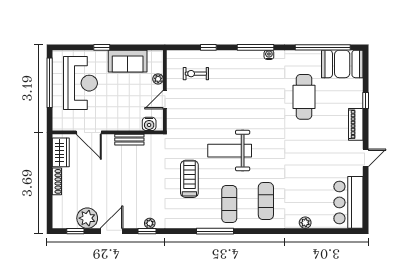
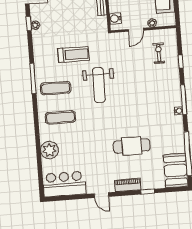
cafe table: (304, 97) -> (132, 146), moved
door: (165, 100) -> (136, 30), swing flipped
weight bench: (230, 151) -> (99, 85), turned 180
plant: (305, 223) -> (49, 150), width x1.88, depth x1.88

